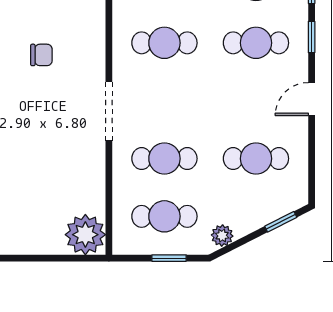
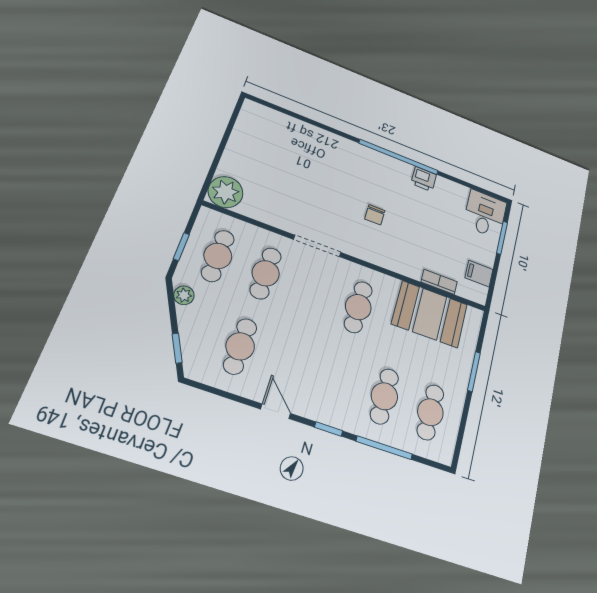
cafe table: (256, 43) -> (337, 380), removed

